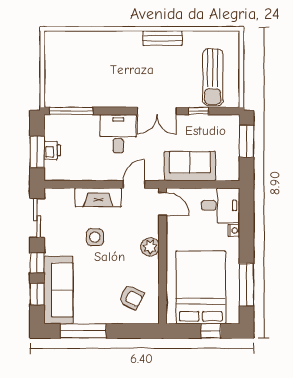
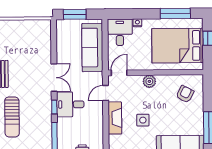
sun lounger: (213, 77) -> (12, 117), moved, turned 90
window: (198, 111) -> (54, 107), moved
sofa: (190, 166) -> (92, 48), width x1.36
door: (134, 184) -> (106, 93), hinge flipped

